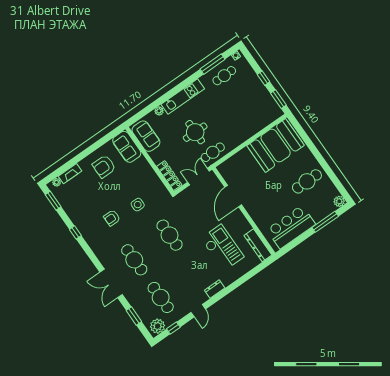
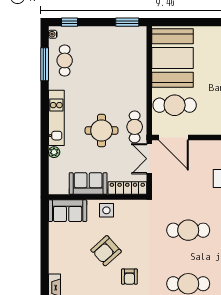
window: (264, 78) -> (69, 22), moved
sofa: (146, 136) -> (88, 183), moved
armchair: (104, 166) -> (106, 251), moved, turned 48
cafe table: (245, 169) -> (175, 105), added
door: (233, 196) -> (173, 137), moved
side table: (138, 205) -> (106, 210), moved

